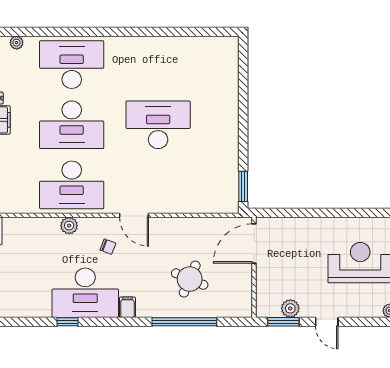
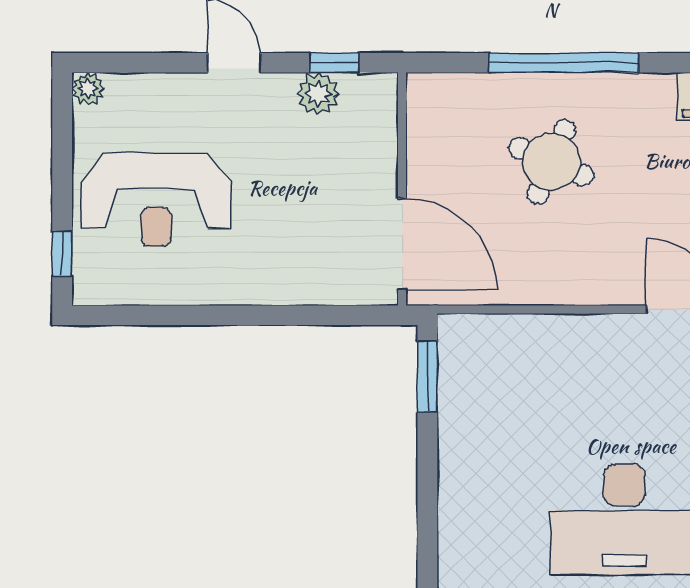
door: (254, 243) -> (402, 244), hinge flipped
window: (283, 322) -> (334, 63), width x0.67

